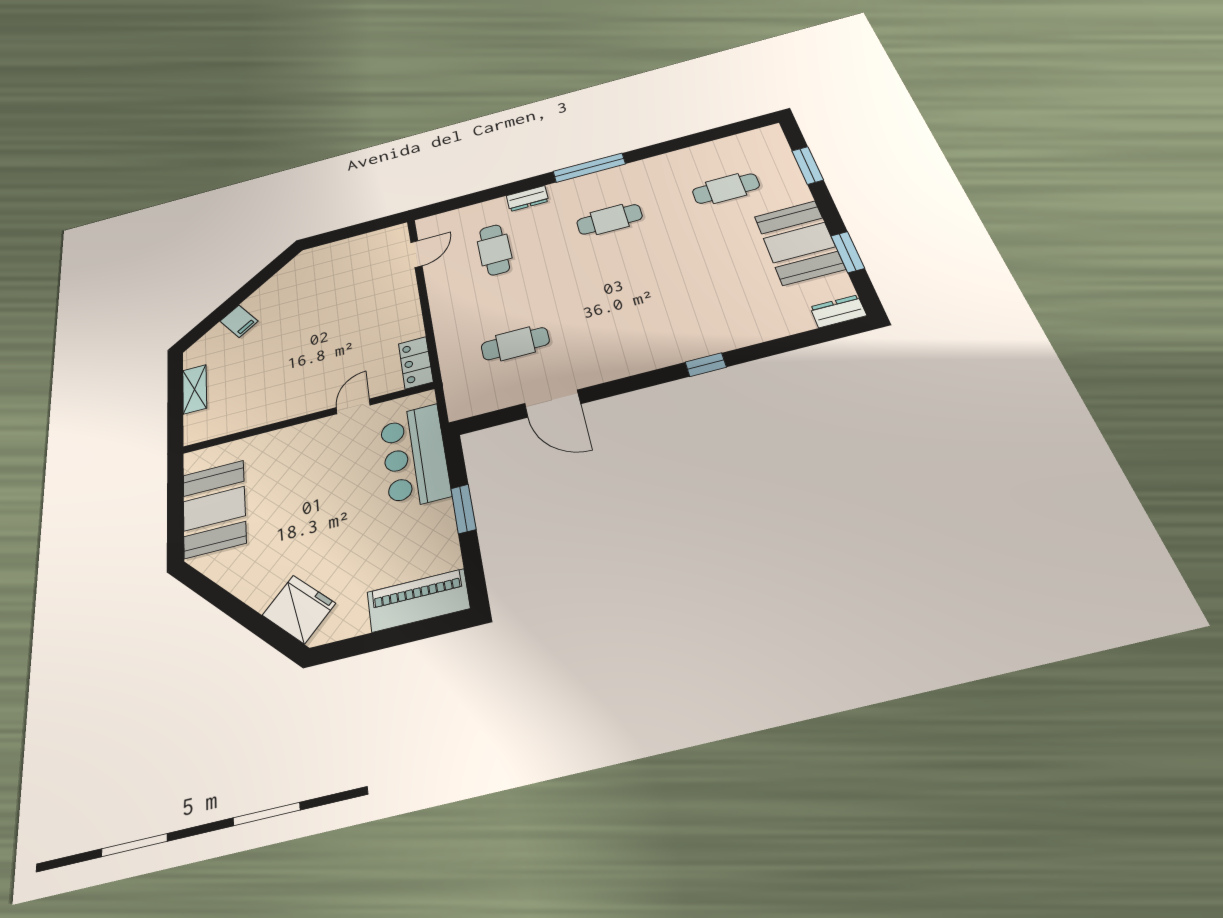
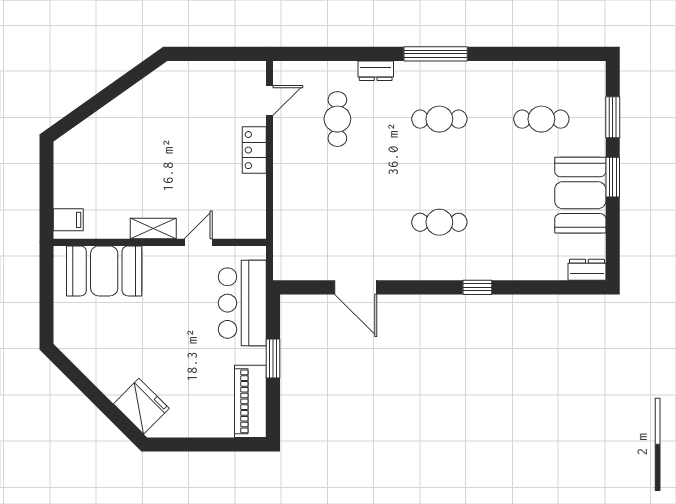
window: (848, 252) -> (613, 177), moved
filing cabinet: (239, 321) -> (68, 220), moved, turned -55
cafe table: (515, 344) -> (439, 222), moved
locker: (416, 363) -> (254, 150), moved
shelving: (195, 389) -> (153, 229), moved, turned 90
booth: (214, 509) -> (104, 271), moved, turned 90
piano: (418, 600) -> (250, 401), moved, turned -90

